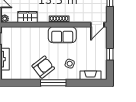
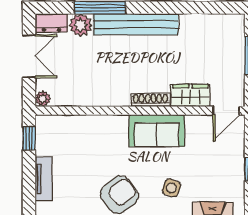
wardrobe: (28, 17) -> (190, 95), moved

